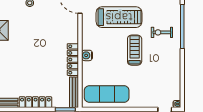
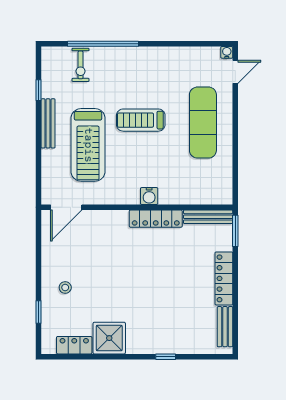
treadmill: (119, 17) -> (88, 145), turned 180
exercise bike: (162, 32) -> (81, 65), moved
exercise mat: (107, 94) -> (203, 123), moved

